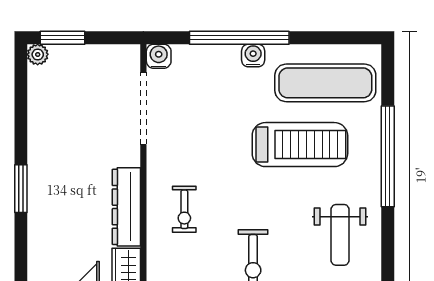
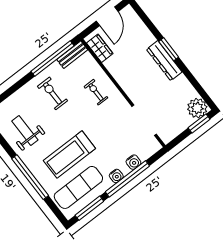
window: (333, 38) -> (89, 208), added
plant: (38, 54) -> (197, 108), width x1.88, depth x1.88
water cooler: (159, 56) -> (133, 162), moved
dresser: (126, 207) -> (164, 61), moved, turned 180

